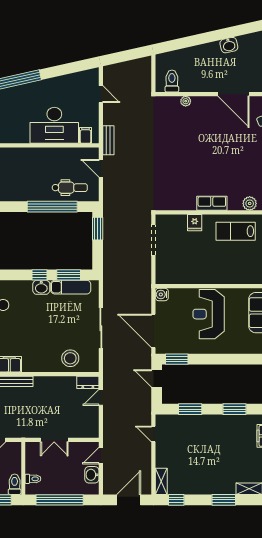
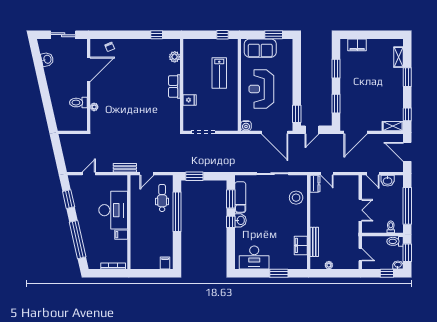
washbasin: (229, 45) -> (47, 59), moved
window: (68, 69) -> (69, 199), added
toilet: (172, 81) -> (78, 103), moved
filing cabinet: (86, 135) -> (121, 235), moved
lab bench: (236, 231) -> (219, 73), moved
reception desk: (209, 314) -> (261, 89), turned 90
door: (153, 331) -> (275, 132), hinge flipped
door: (153, 434) -> (356, 132), width x1.87

